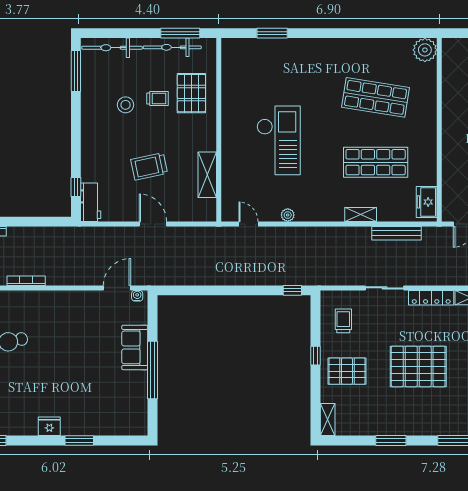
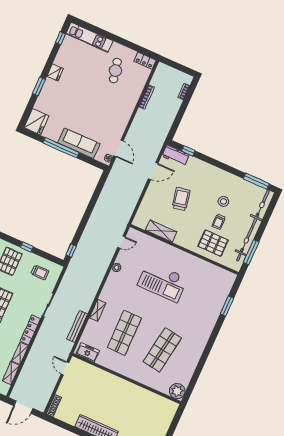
door: (153, 224) -> (153, 171), moved
sofa: (135, 347) -> (79, 143), width x1.36
fridge: (131, 422) -> (36, 122), added

